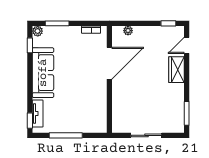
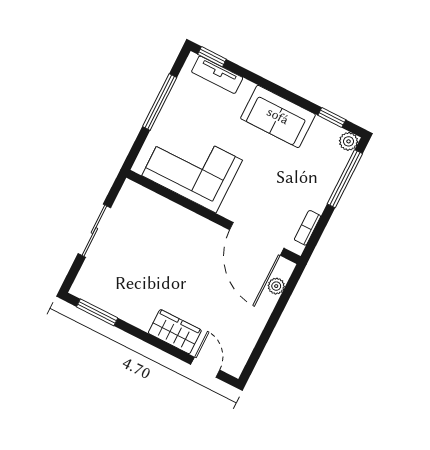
window: (57, 23) -> (345, 179), width x1.44
window: (168, 23) -> (255, 356), removed
door: (109, 63) -> (257, 239), moved
sofa: (43, 73) -> (278, 116), width x0.73
corner sofa: (90, 102) -> (192, 168), added

